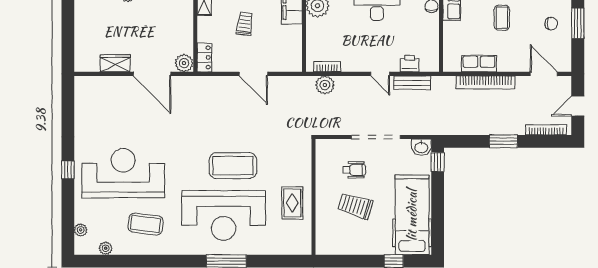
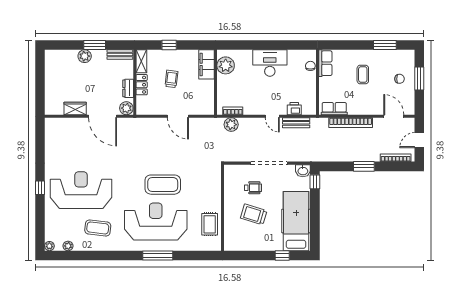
dresser: (186, 36) -> (128, 88), added
locker: (204, 57) -> (142, 85), moved
row of seats: (479, 64) -> (334, 109), moved
rug: (292, 203) -> (210, 224), moved
reception desk: (224, 215) -> (156, 222), turned 180
plant: (81, 230) -> (49, 246), moved

